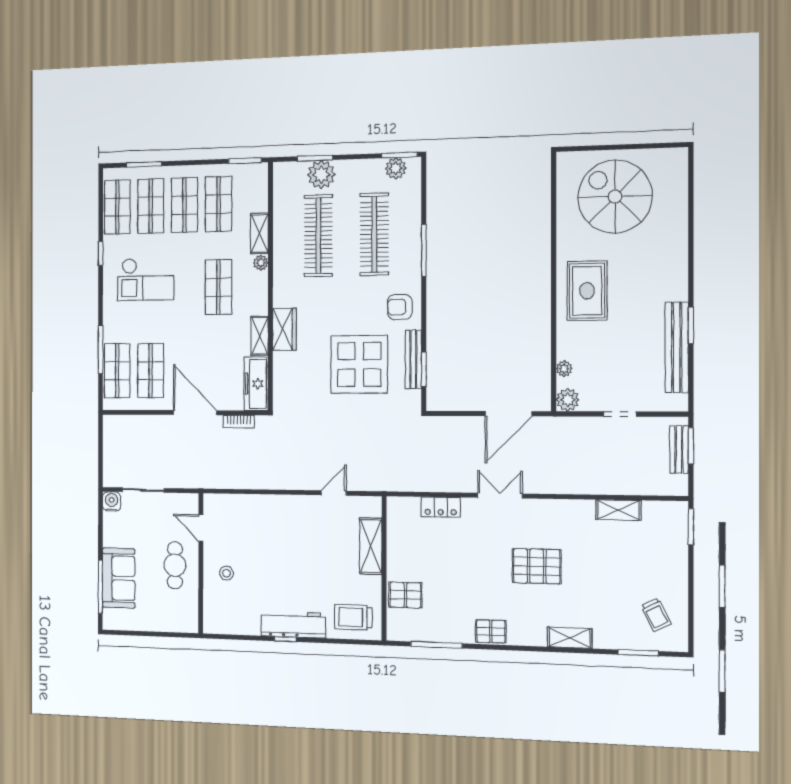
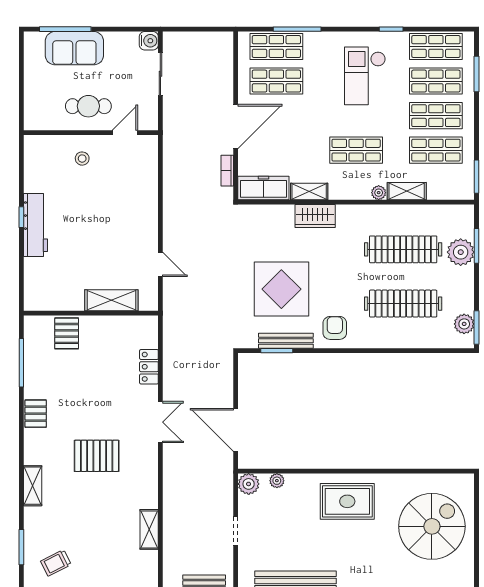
window: (424, 250) -> (387, 351), removed
pallet: (537, 566) -> (97, 456), turned 90
trolley: (353, 617) -> (44, 284), removed

